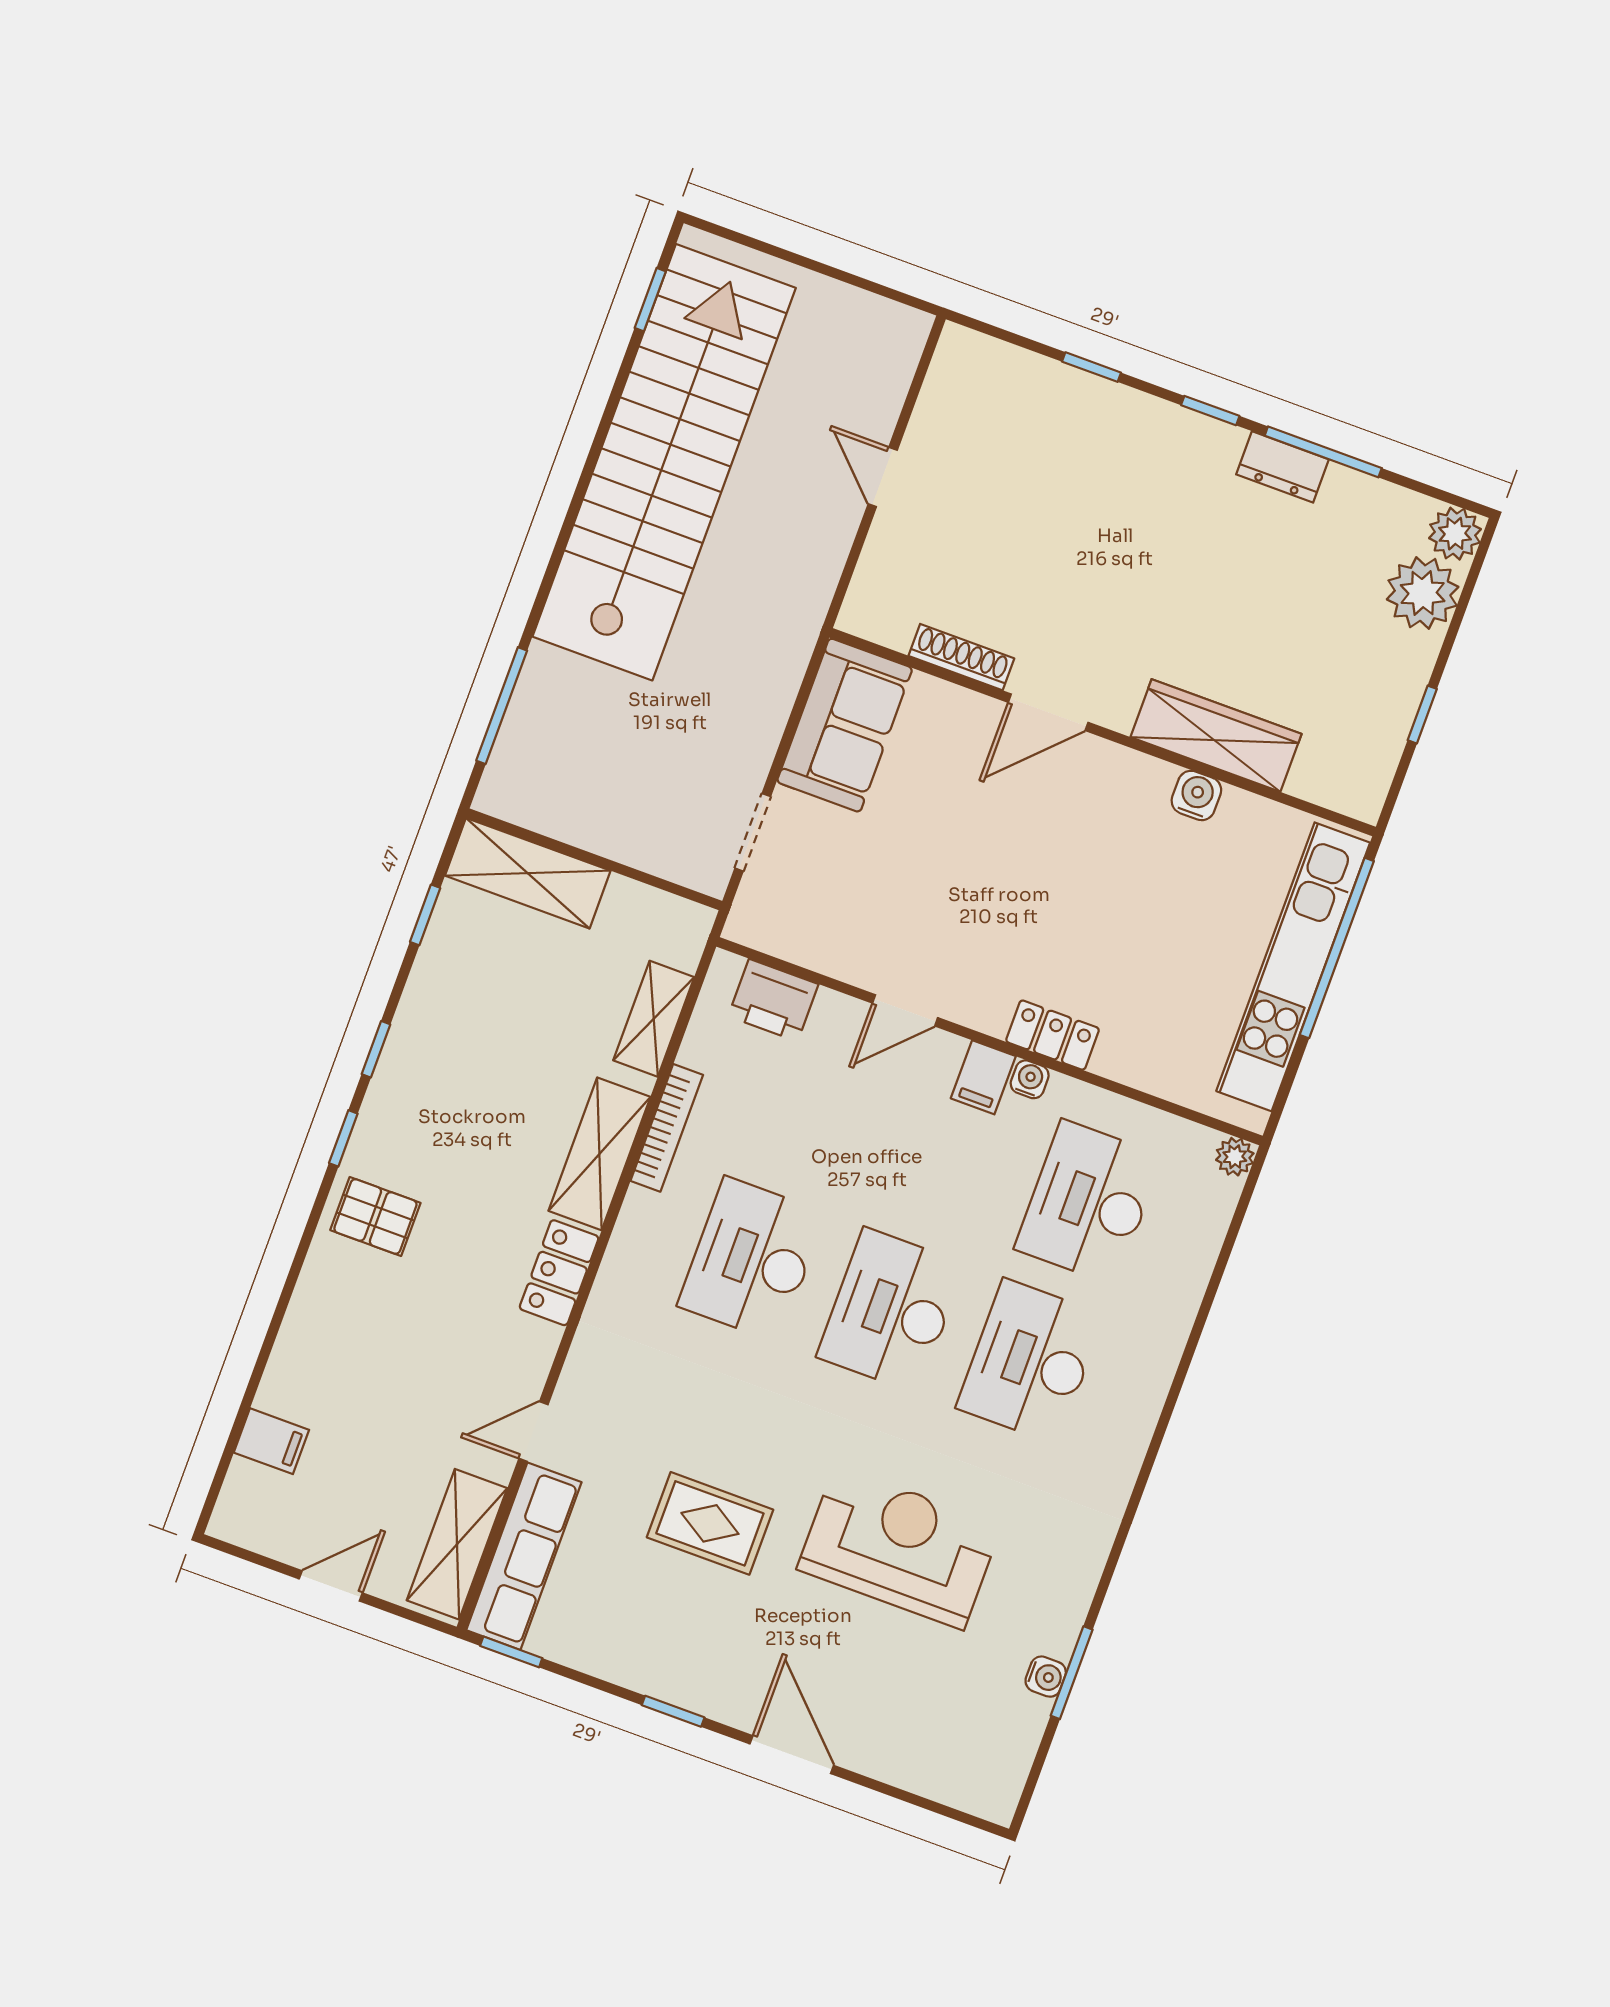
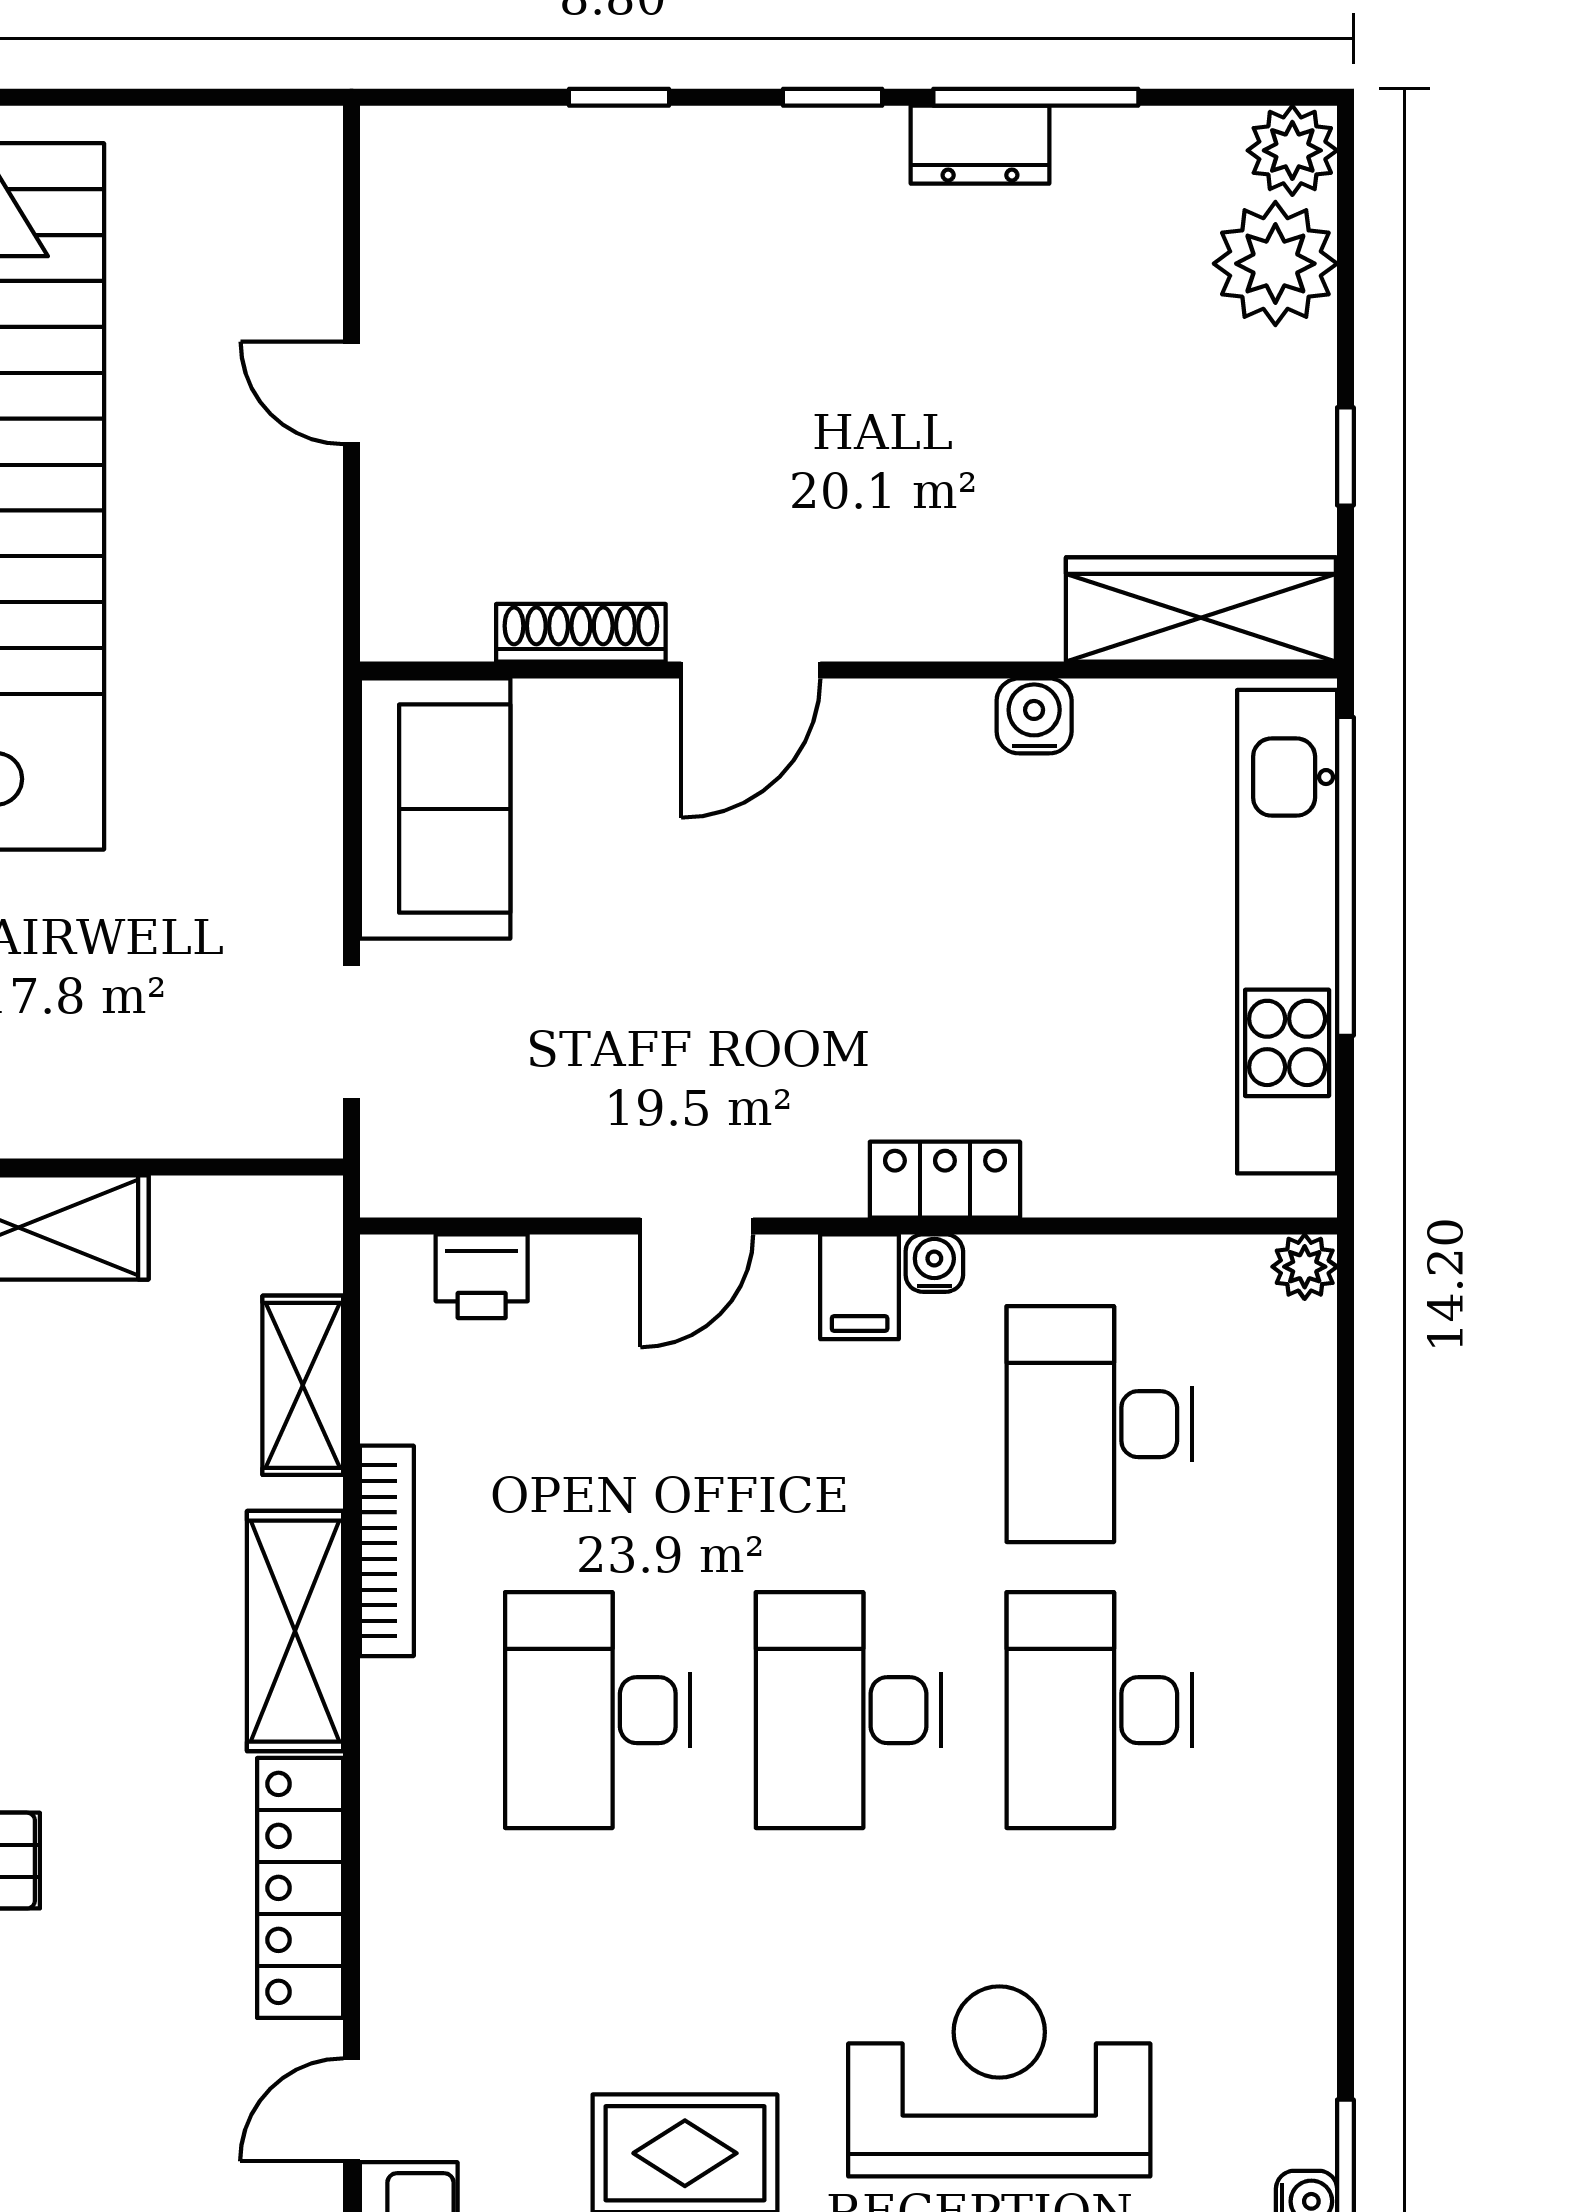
wardrobe: (1216, 735) -> (1201, 609), moved
printer: (773, 1000) -> (482, 1276), width x0.73, depth x0.81
locker: (559, 1273) -> (300, 1888), width x1.53

